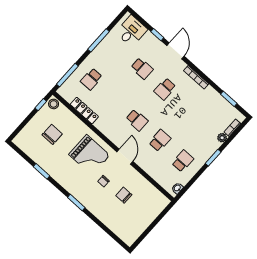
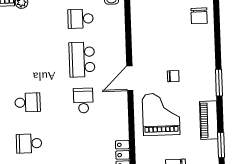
school desk: (142, 68) -> (29, 143), turned -90
school desk: (160, 141) -> (82, 60), width x1.85
piano: (61, 178) -> (209, 120), added
chair: (124, 195) -> (199, 16), moved

